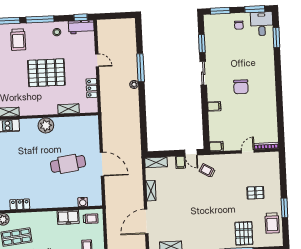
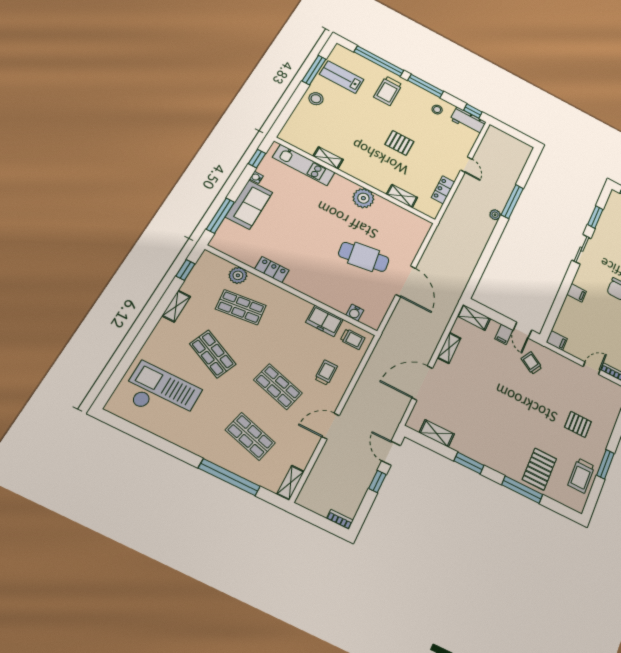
pallet: (46, 73) -> (399, 143), width x0.49, depth x0.50

